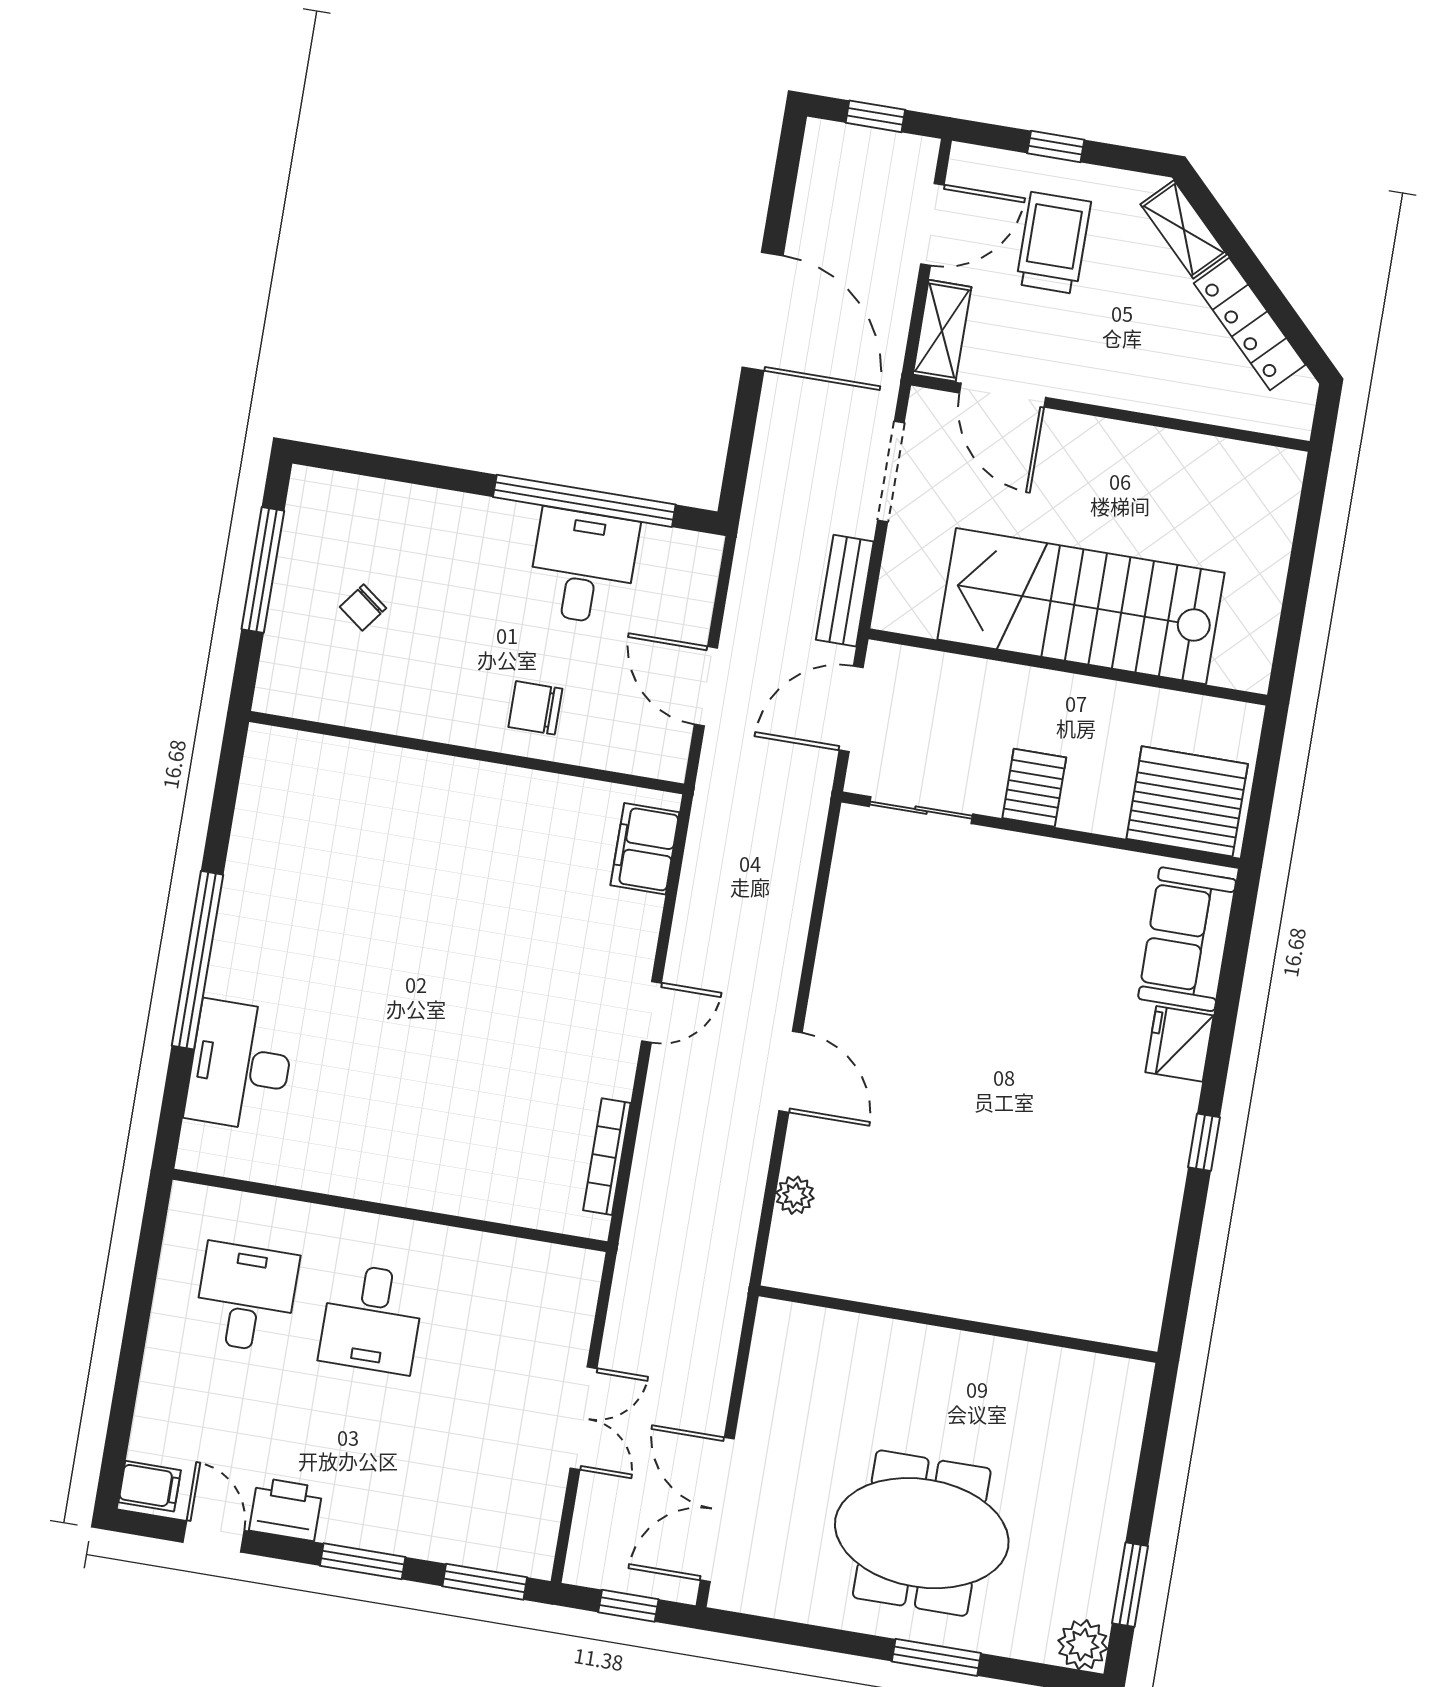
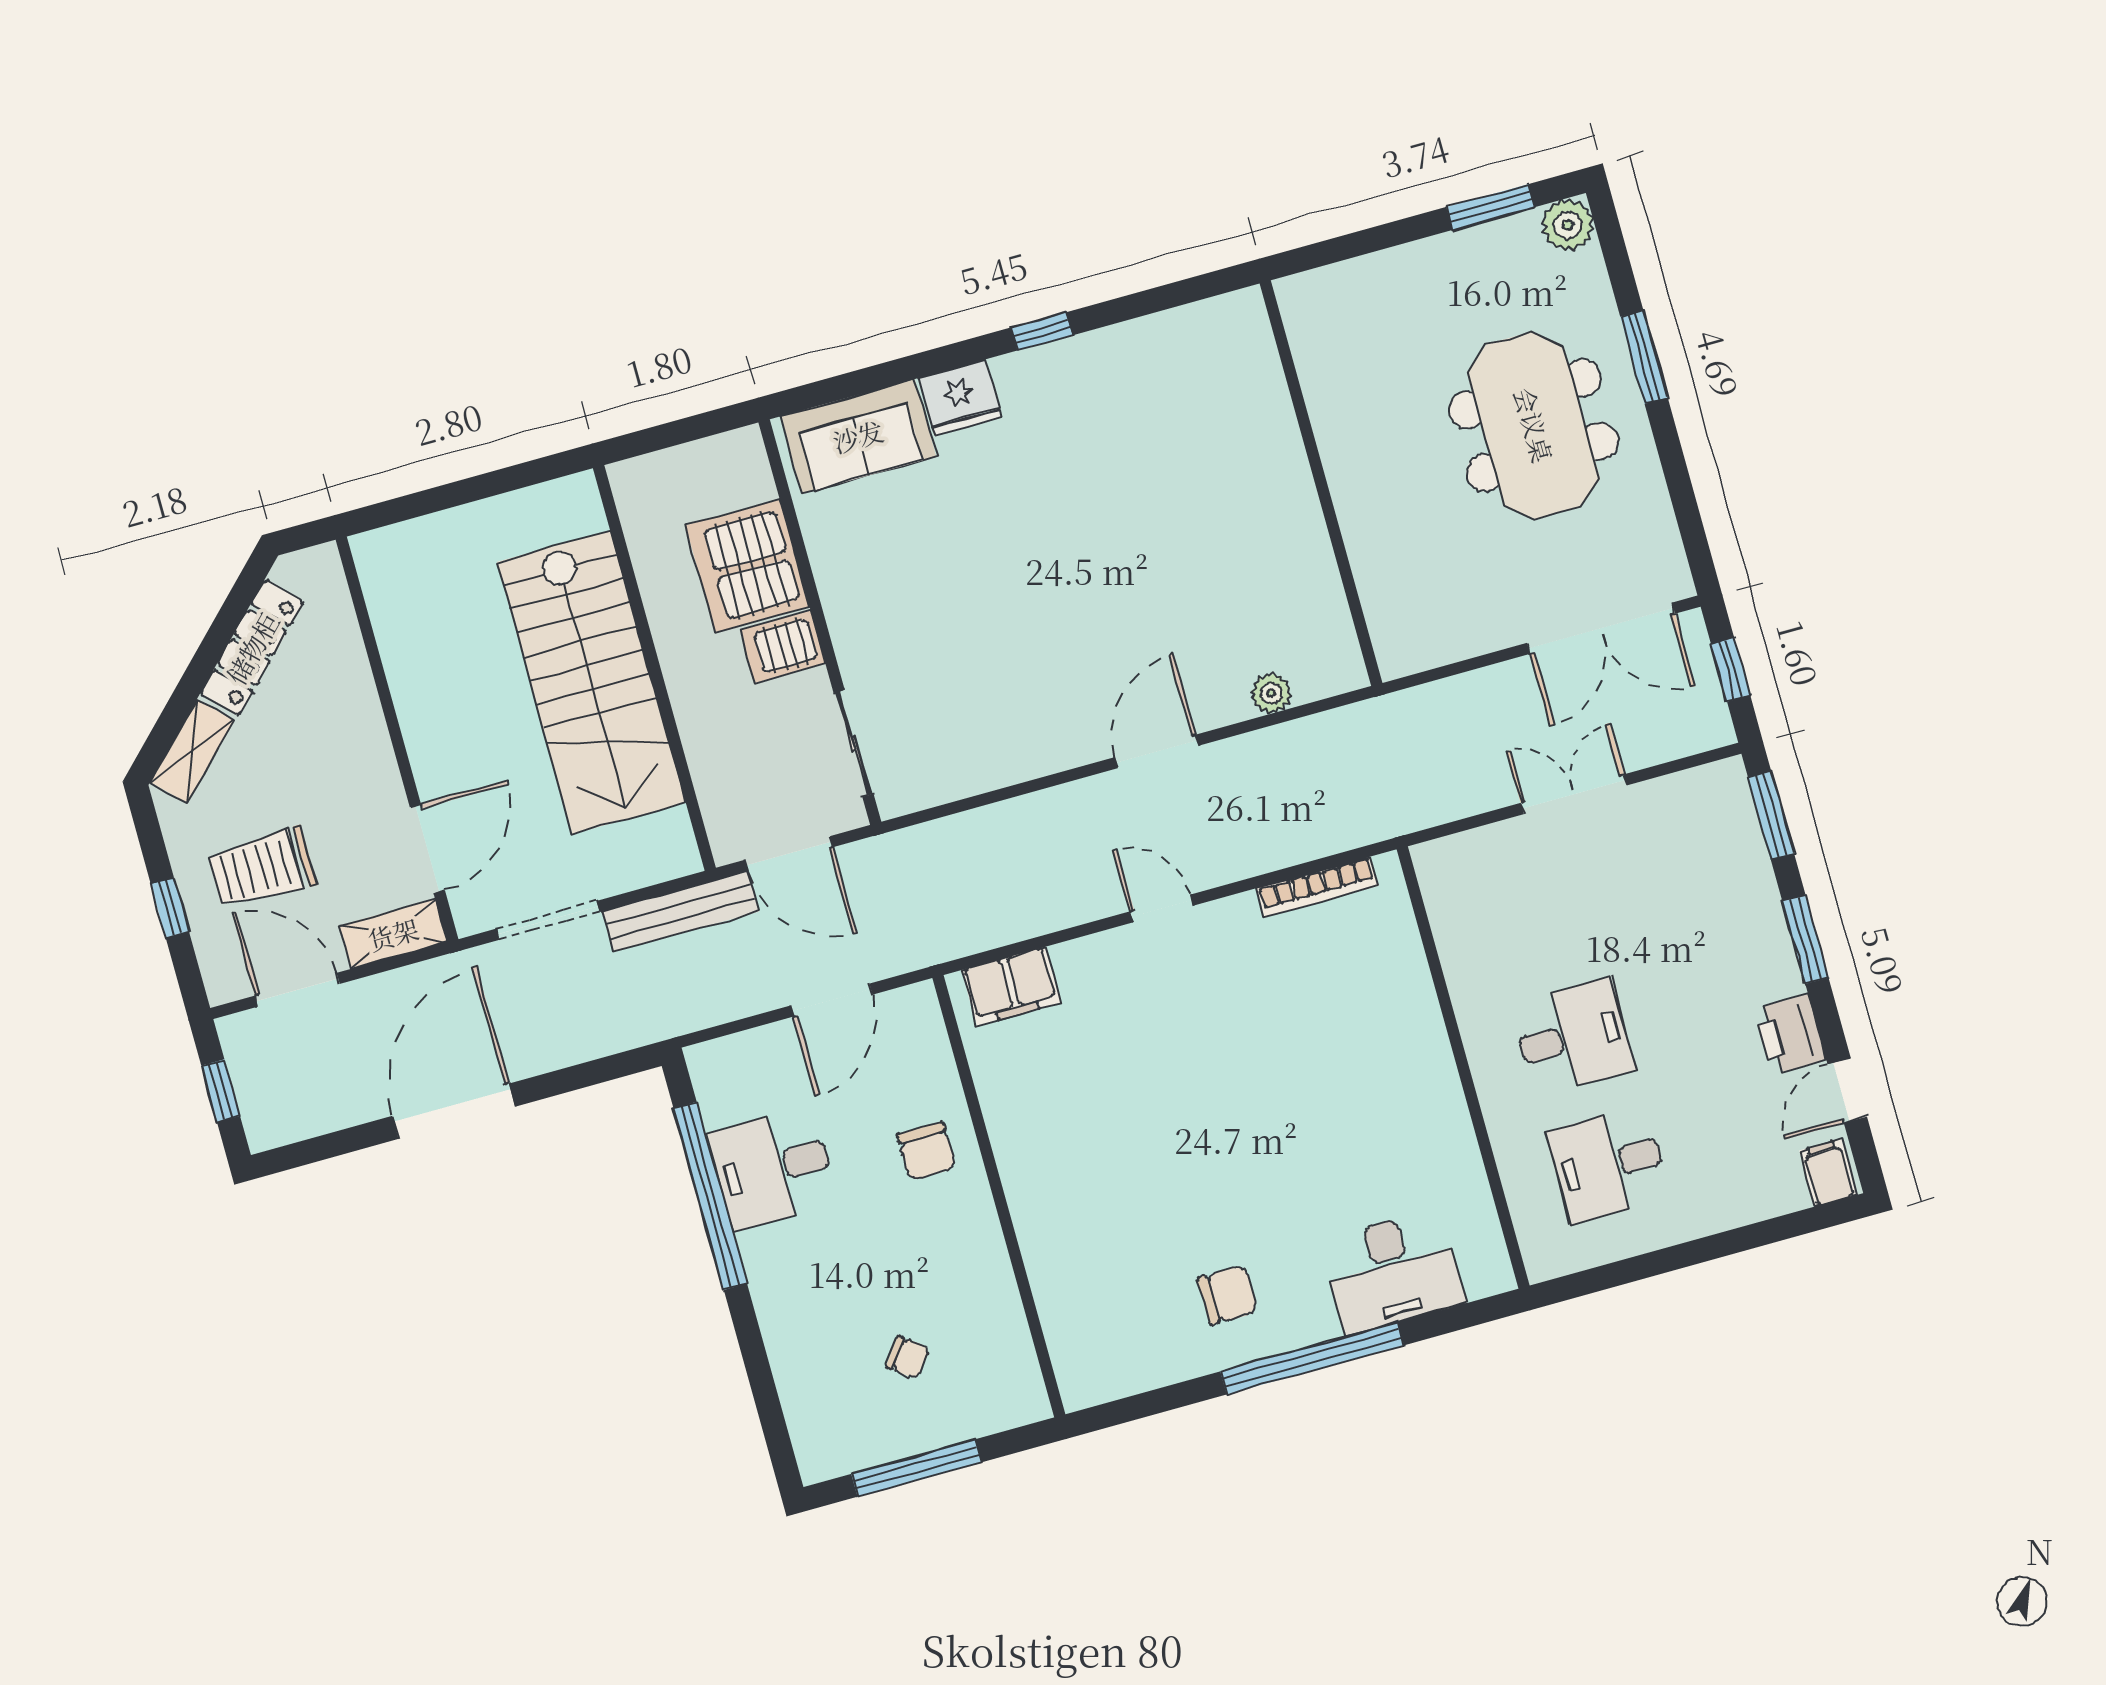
bench: (845, 591) -> (680, 911), width x1.36
server rack: (1187, 801) -> (748, 566), moved
chair: (287, 912) -> (1227, 1295), added

